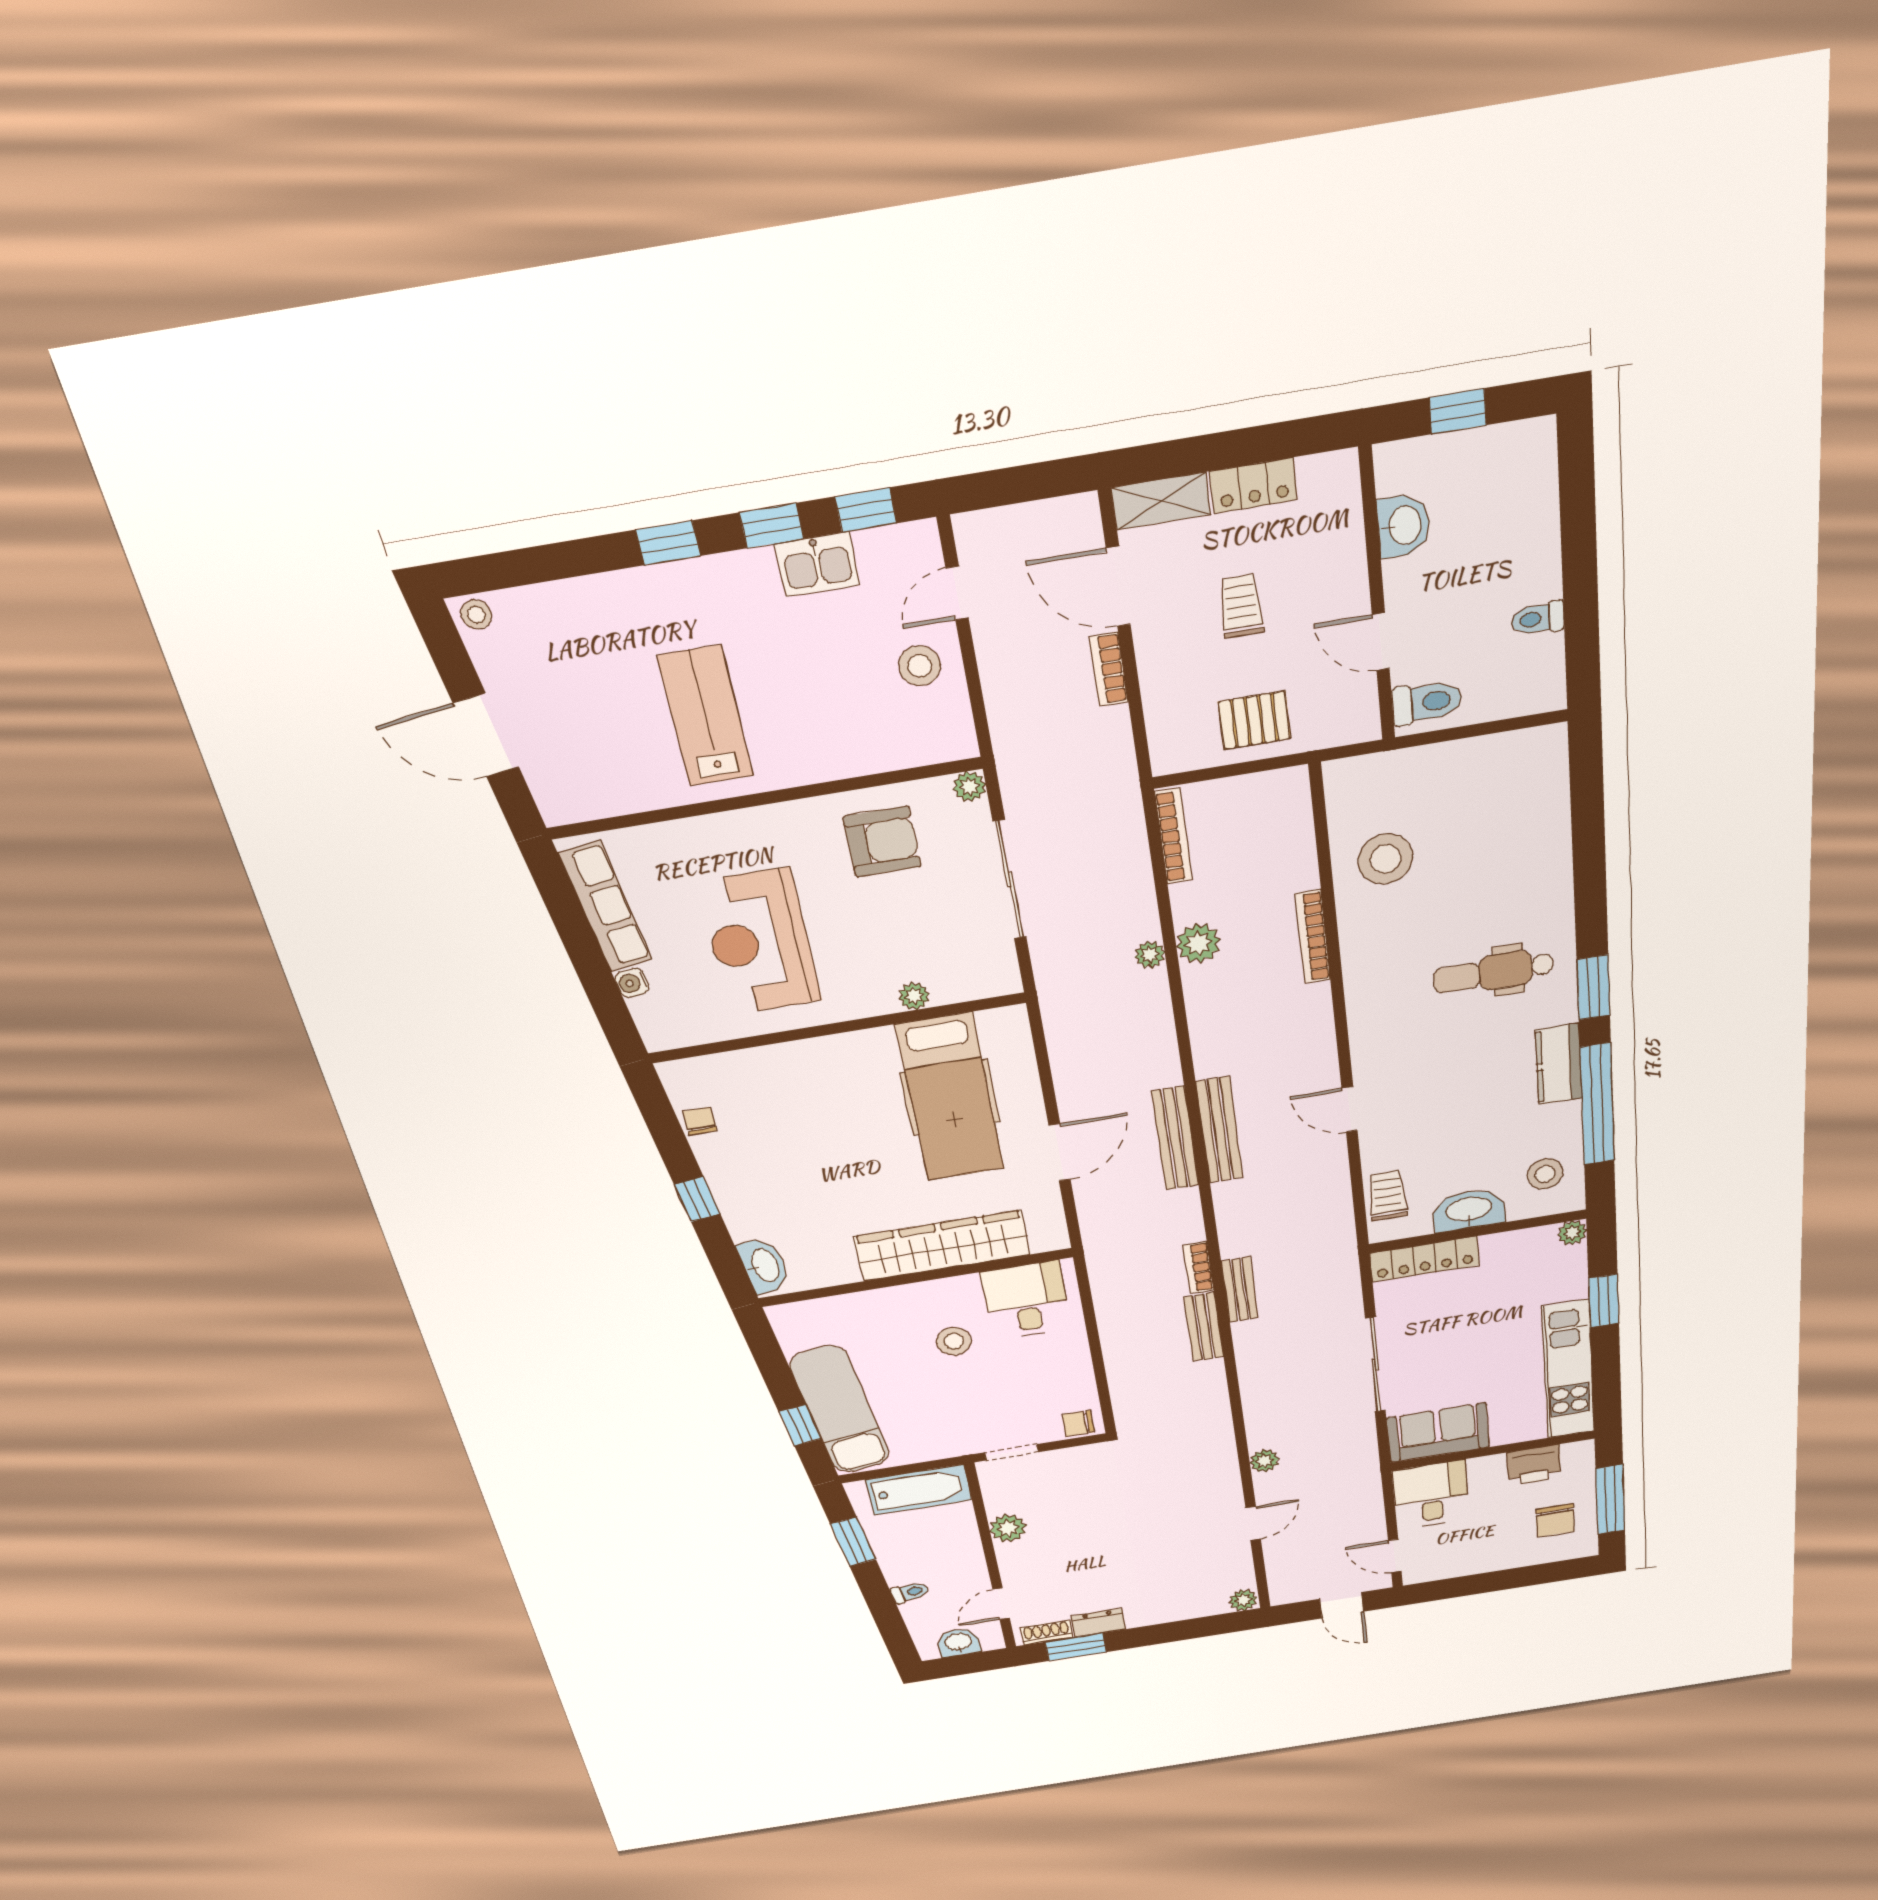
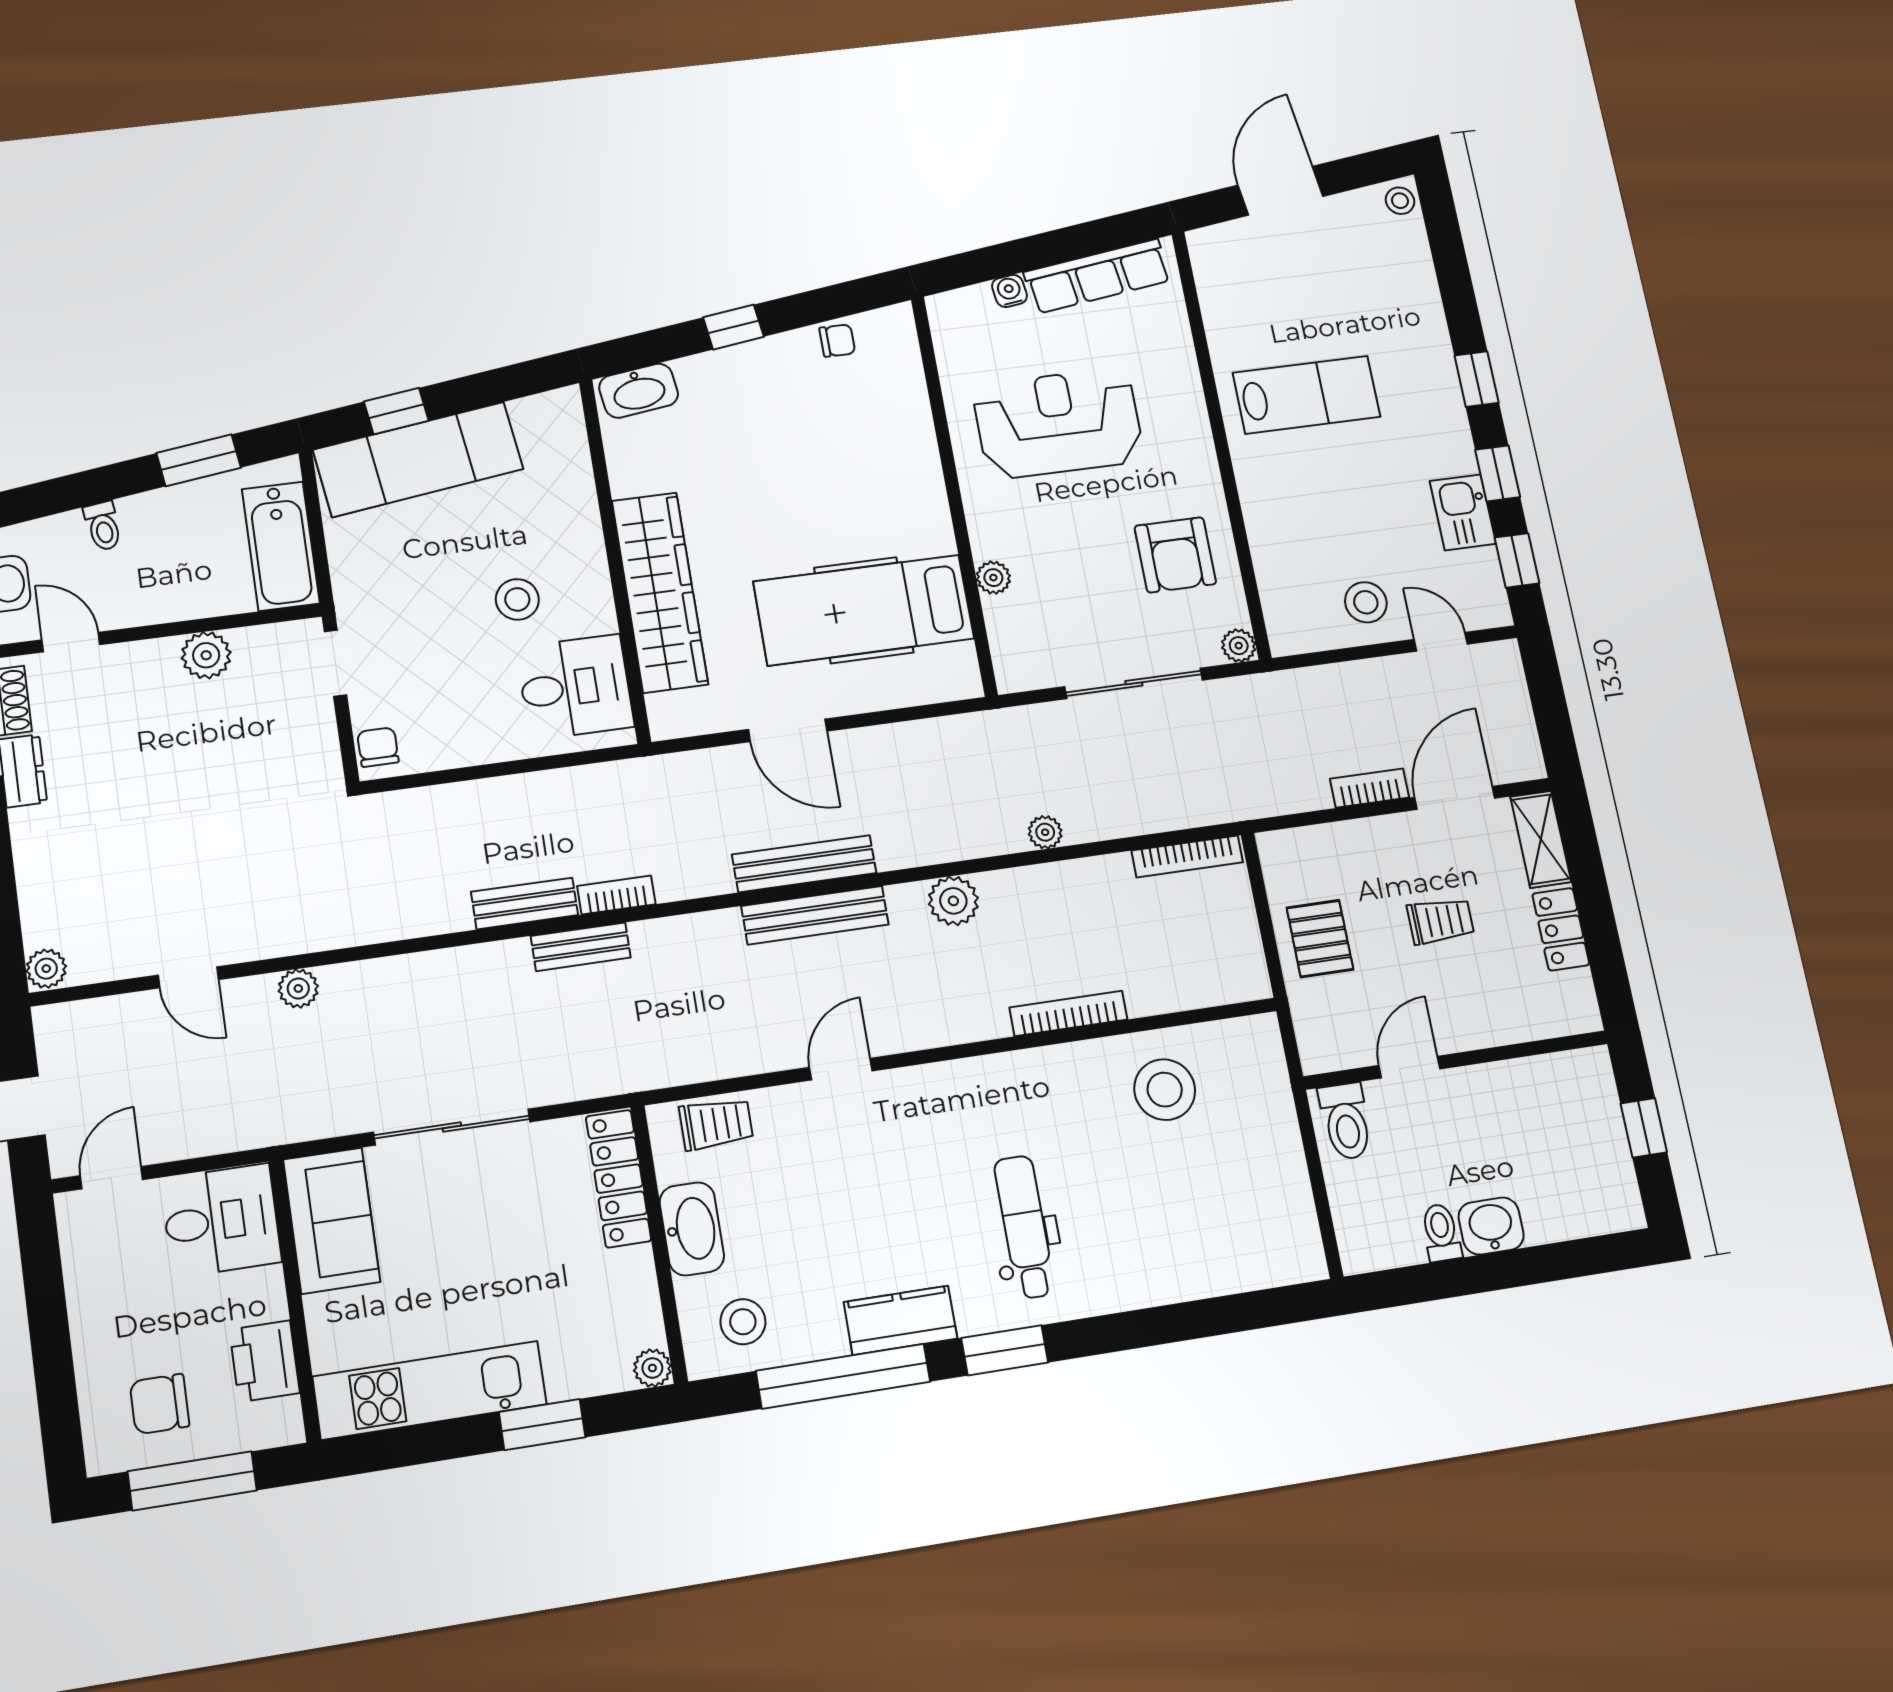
washbasin: (1404, 526) -> (1491, 1226), moved, turned 180
plant: (1198, 943) -> (953, 901), moved

